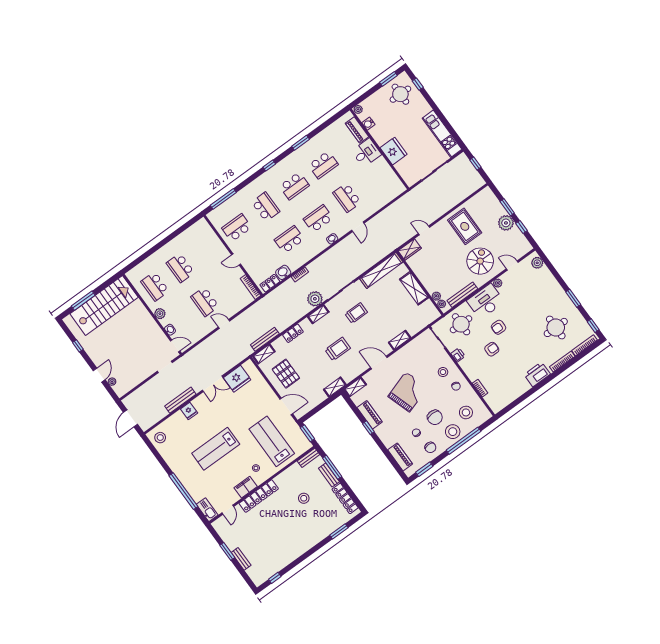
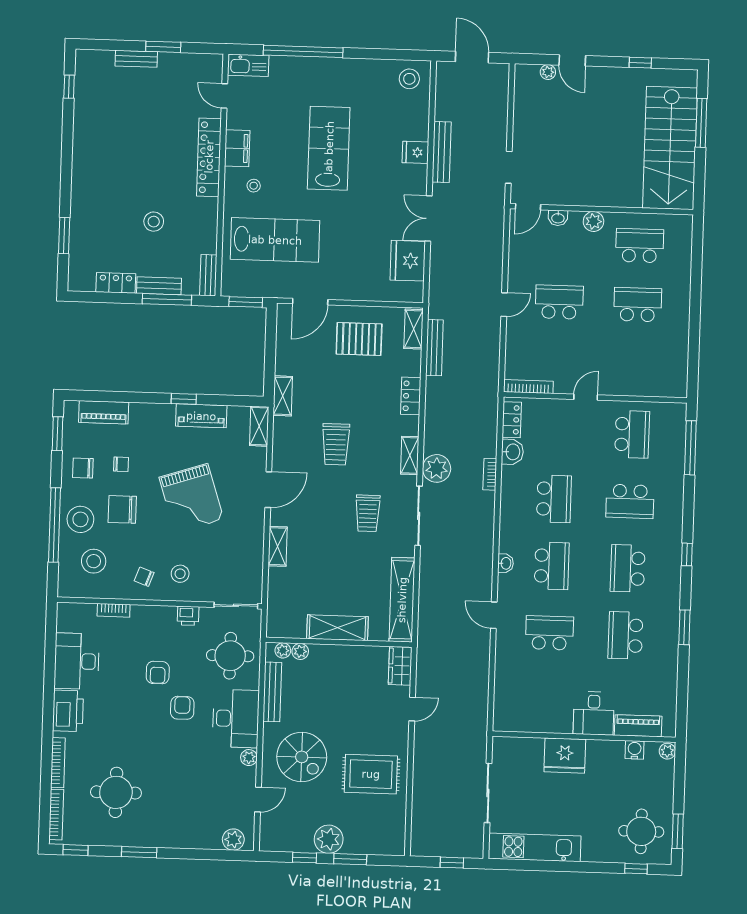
desk: (513, 387) -> (77, 661), added
locker: (345, 499) -> (116, 283), width x0.66

